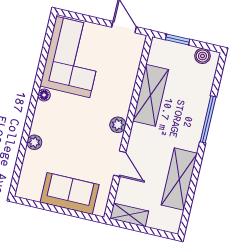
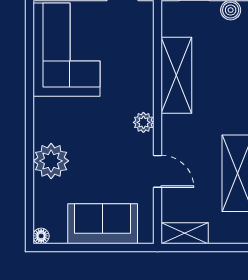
floor lamp: (44, 95) -> (41, 236), moved
plant: (34, 142) -> (51, 161), width x1.88, depth x1.88

